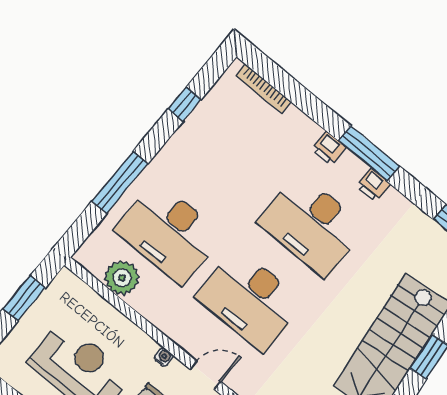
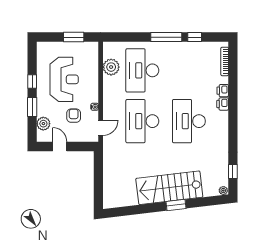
window: (369, 153) -> (233, 120), removed
window: (120, 182) -> (166, 37), moved
printer: (374, 185) -> (223, 91), moved
door: (205, 375) -> (101, 128), hinge flipped

